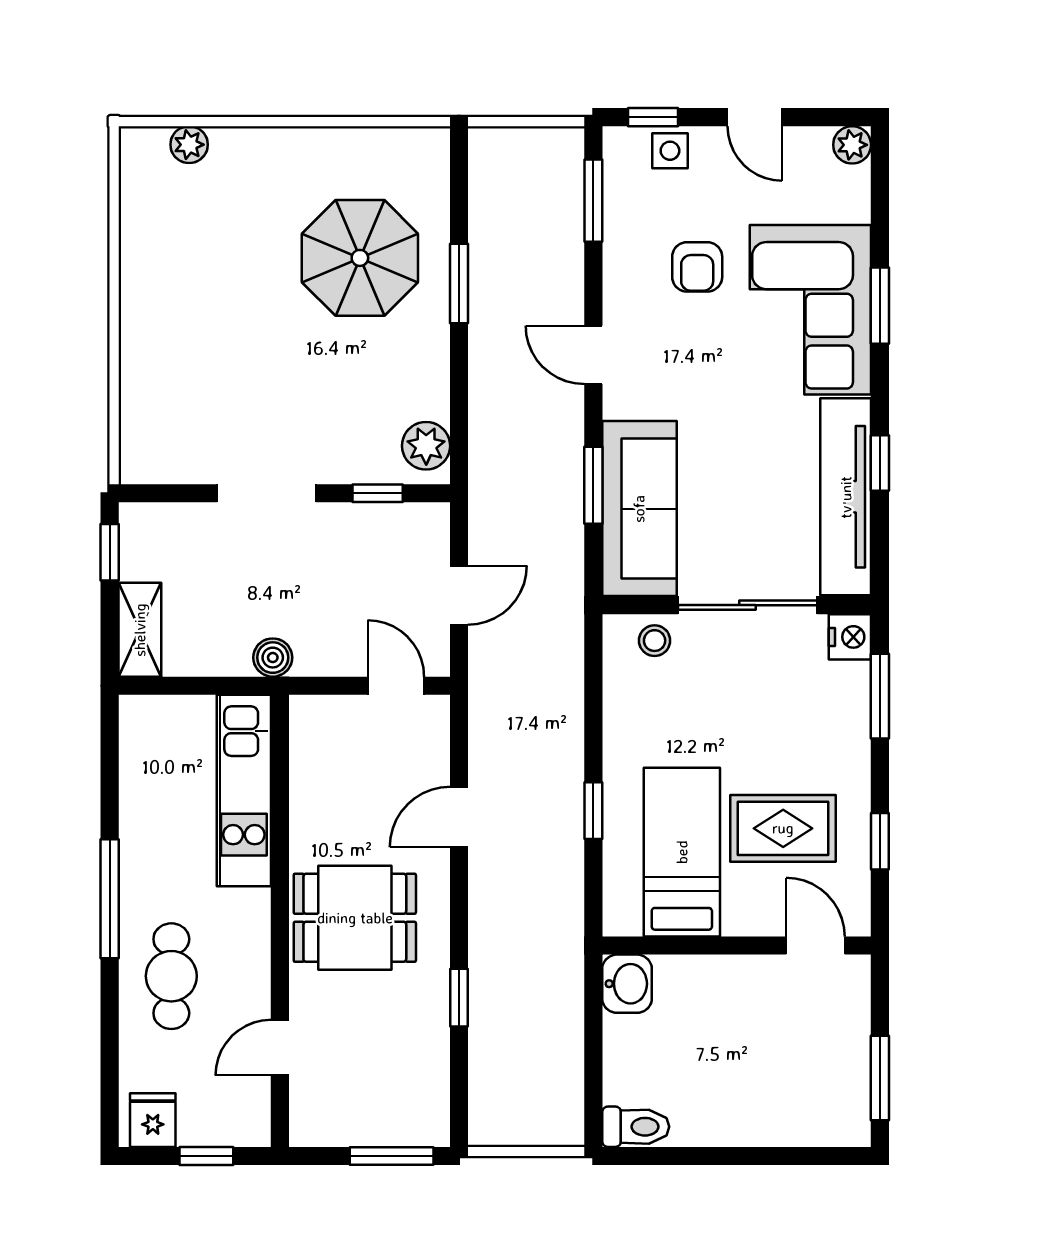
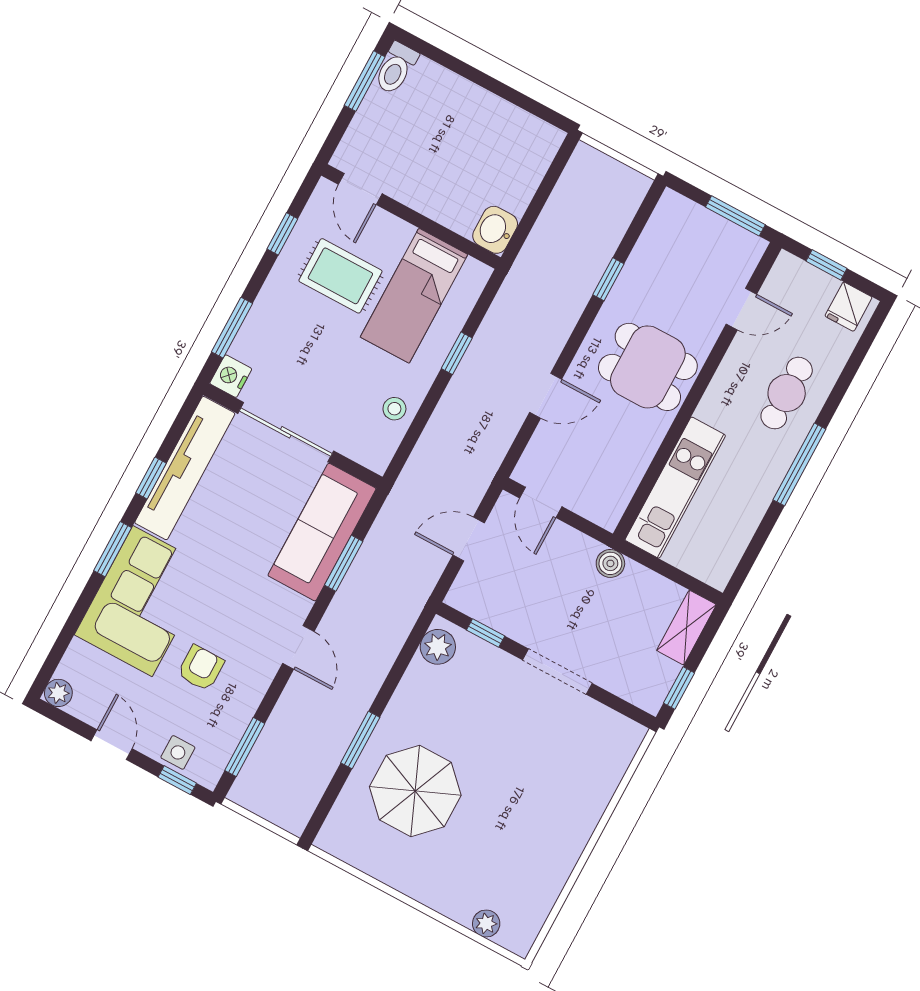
window: (880, 306) -> (113, 549), moved
stool: (655, 641) -> (394, 409), moved
toilet: (636, 1127) -> (396, 68), moved, turned -90
window: (392, 1156) -> (735, 216), moved

